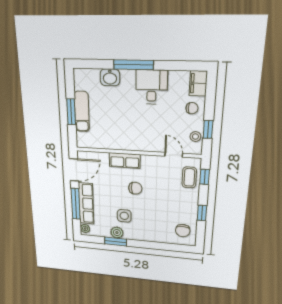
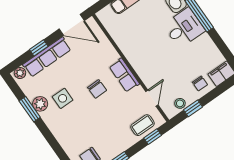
desk: (152, 87) -> (184, 28), moved
row of seats: (125, 160) -> (124, 75), moved
window: (76, 204) -> (39, 48), width x0.46

